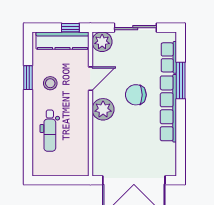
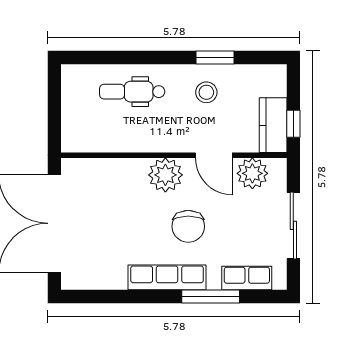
kitchen counter: (62, 41) -> (273, 125), width x0.67
plant: (102, 42) -> (252, 173), moved
chair: (136, 95) -> (188, 226), turned 180
row of seats: (168, 108) -> (167, 277), width x0.73

